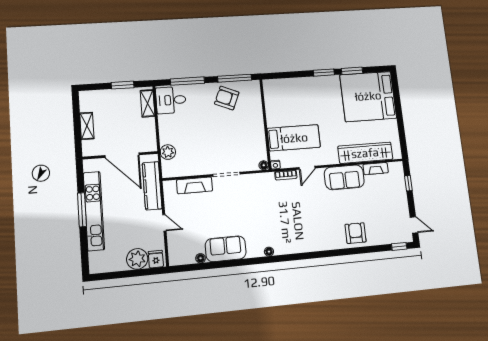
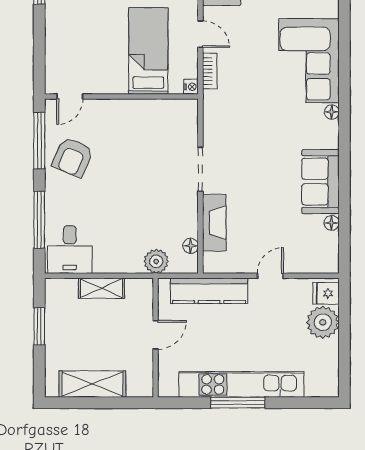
door: (262, 94) -> (70, 97), added
shelving: (148, 103) -> (101, 288), moved
shelving: (87, 126) -> (92, 384), width x1.50, depth x1.33
door: (122, 155) -> (156, 335), width x0.53
floor lamp: (264, 165) -> (191, 246), moved
corner sofa: (298, 235) -> (309, 61), added

